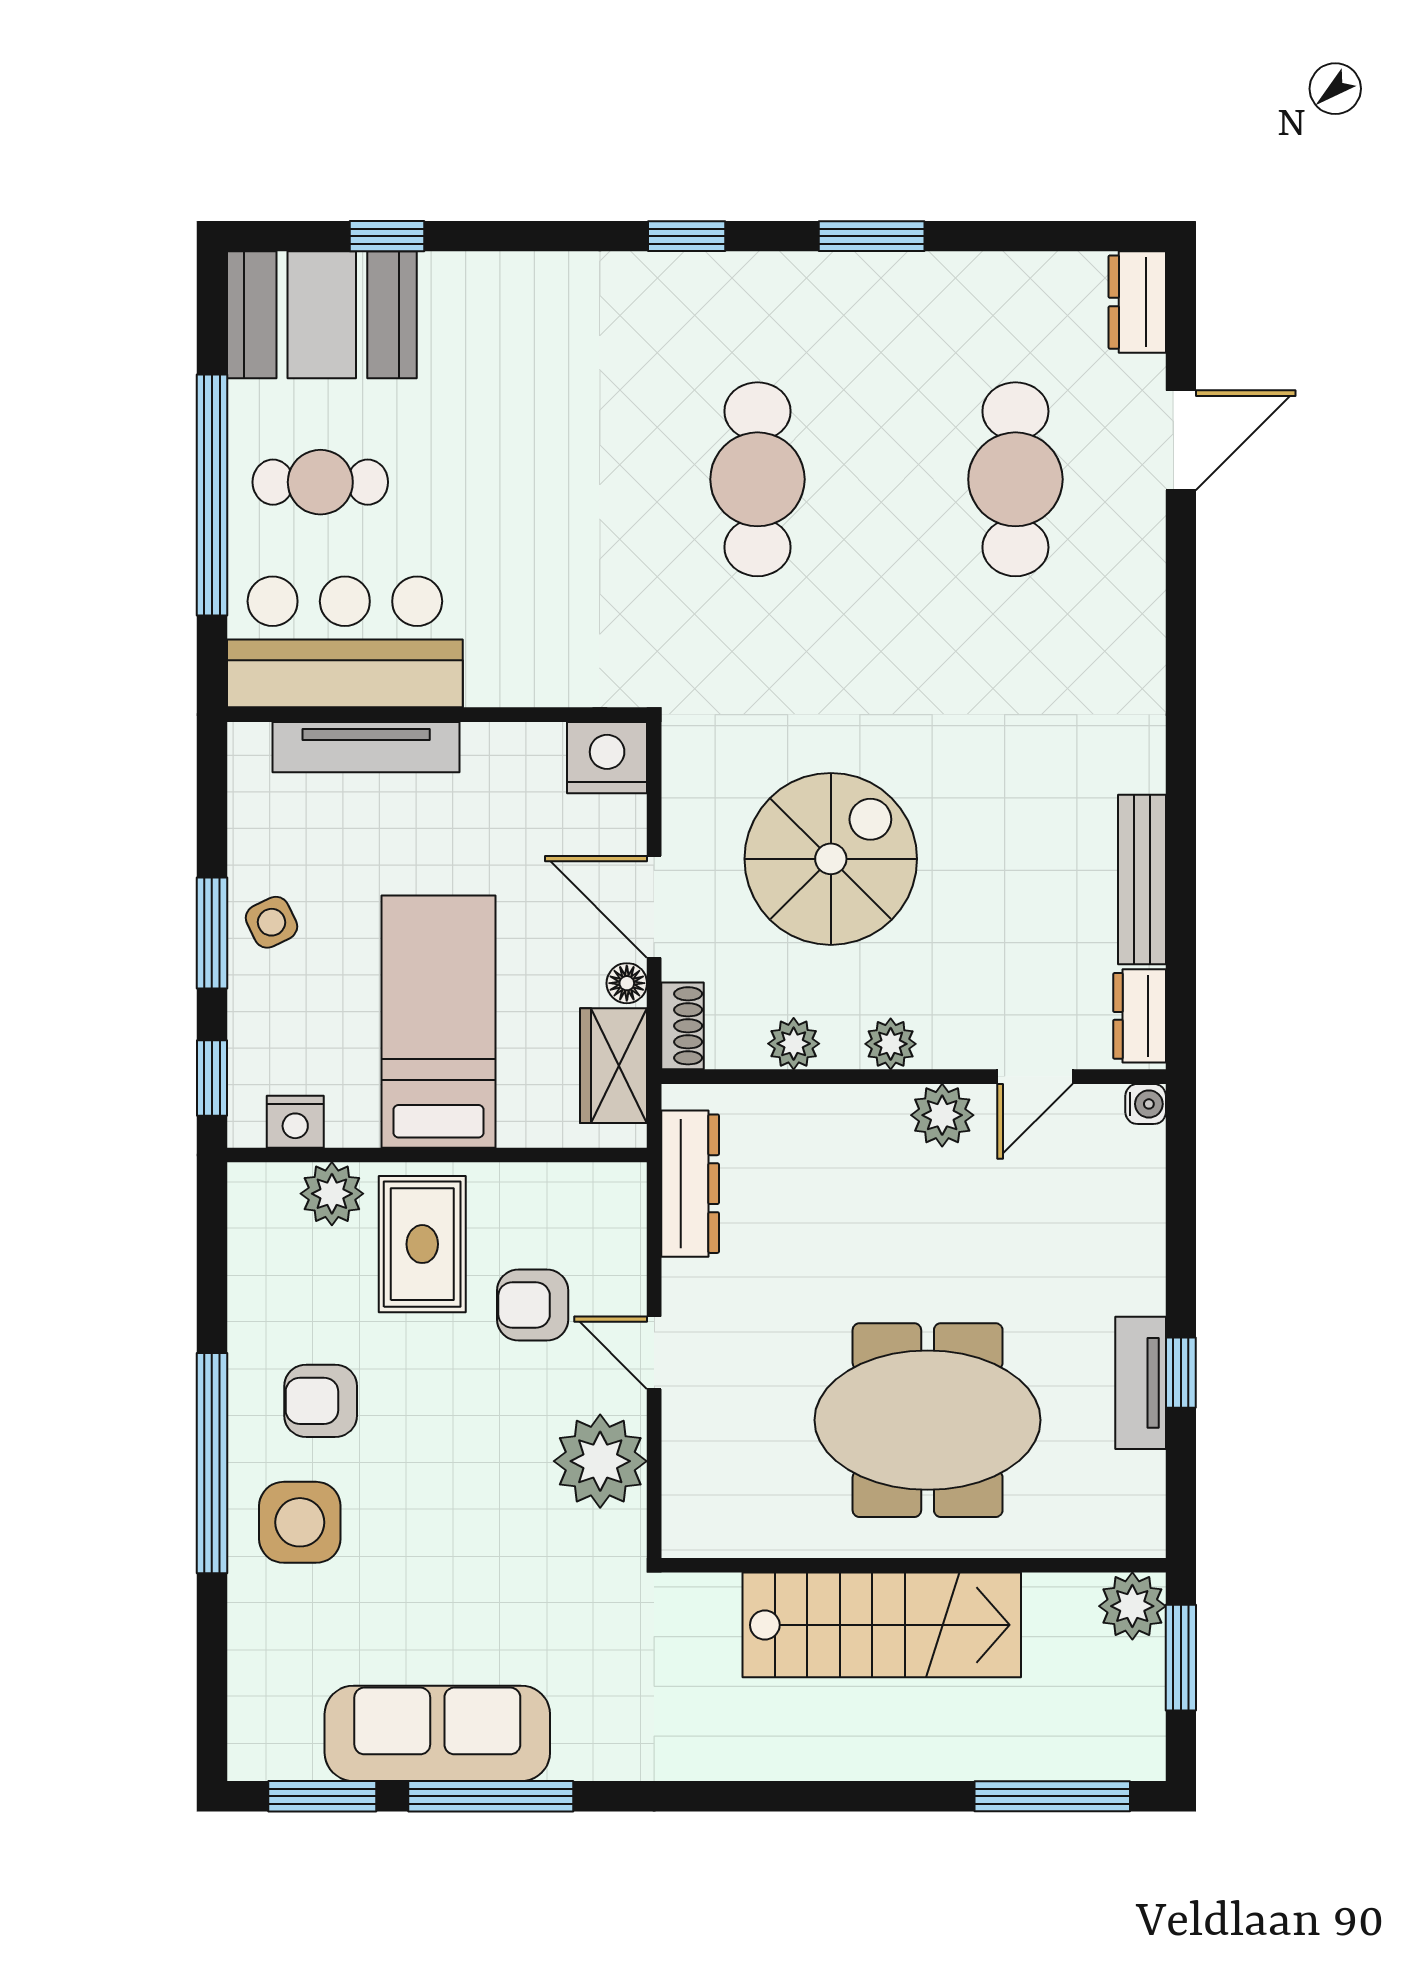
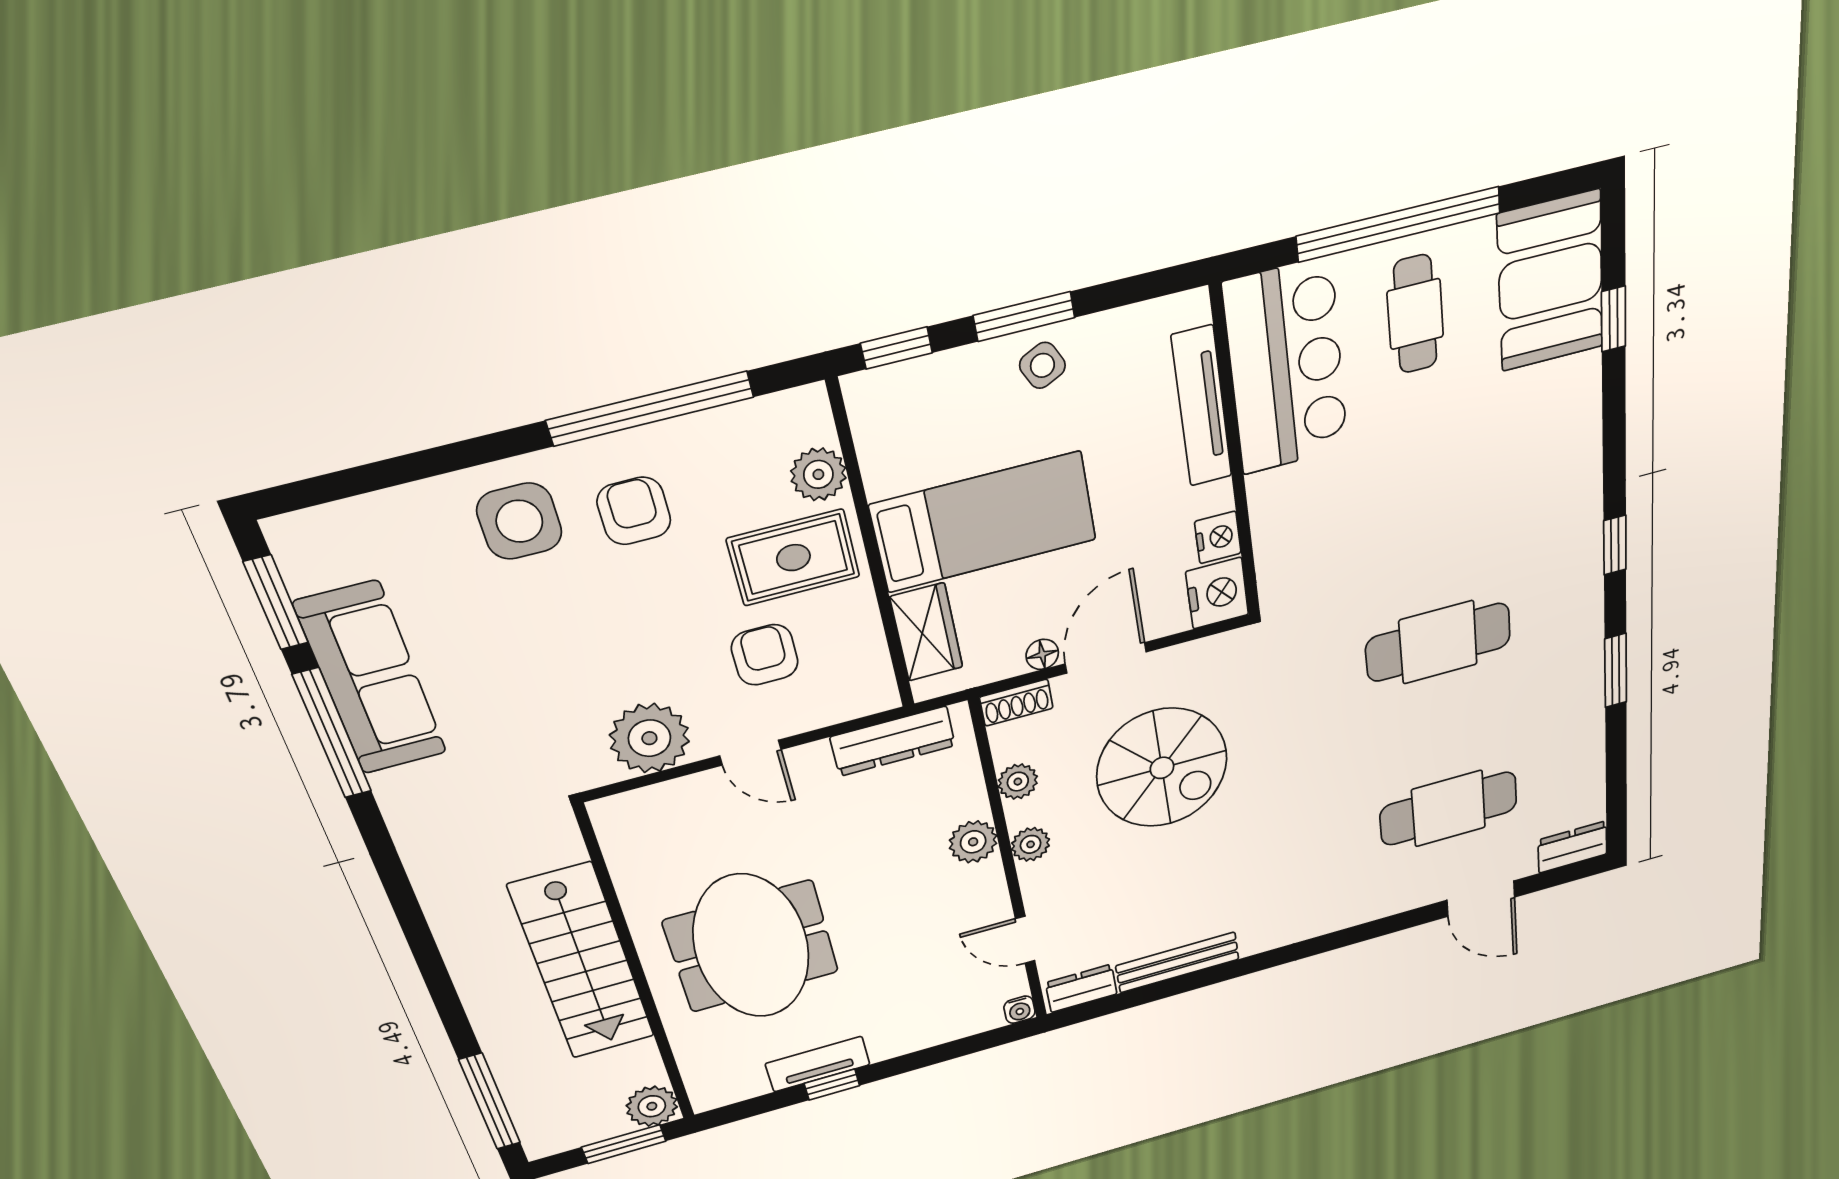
wardrobe: (614, 1066) -> (926, 632), moved, turned 90
plant: (942, 1115) -> (973, 842), moved
nightstand: (295, 1122) -> (1218, 537), moved, turned 180
door: (654, 1353) -> (750, 753), swing flipped
window: (212, 1463) -> (650, 409), moved

